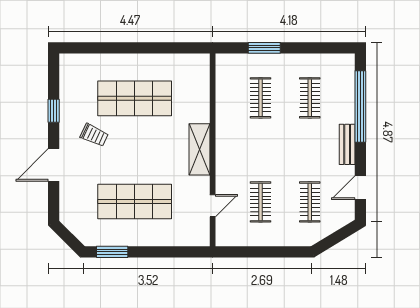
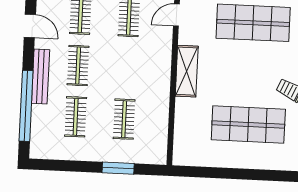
bench: (347, 144) -> (41, 76), width x1.36
clothes rail: (310, 150) -> (78, 66), added
door: (360, 188) -> (30, 26), hinge flipped

